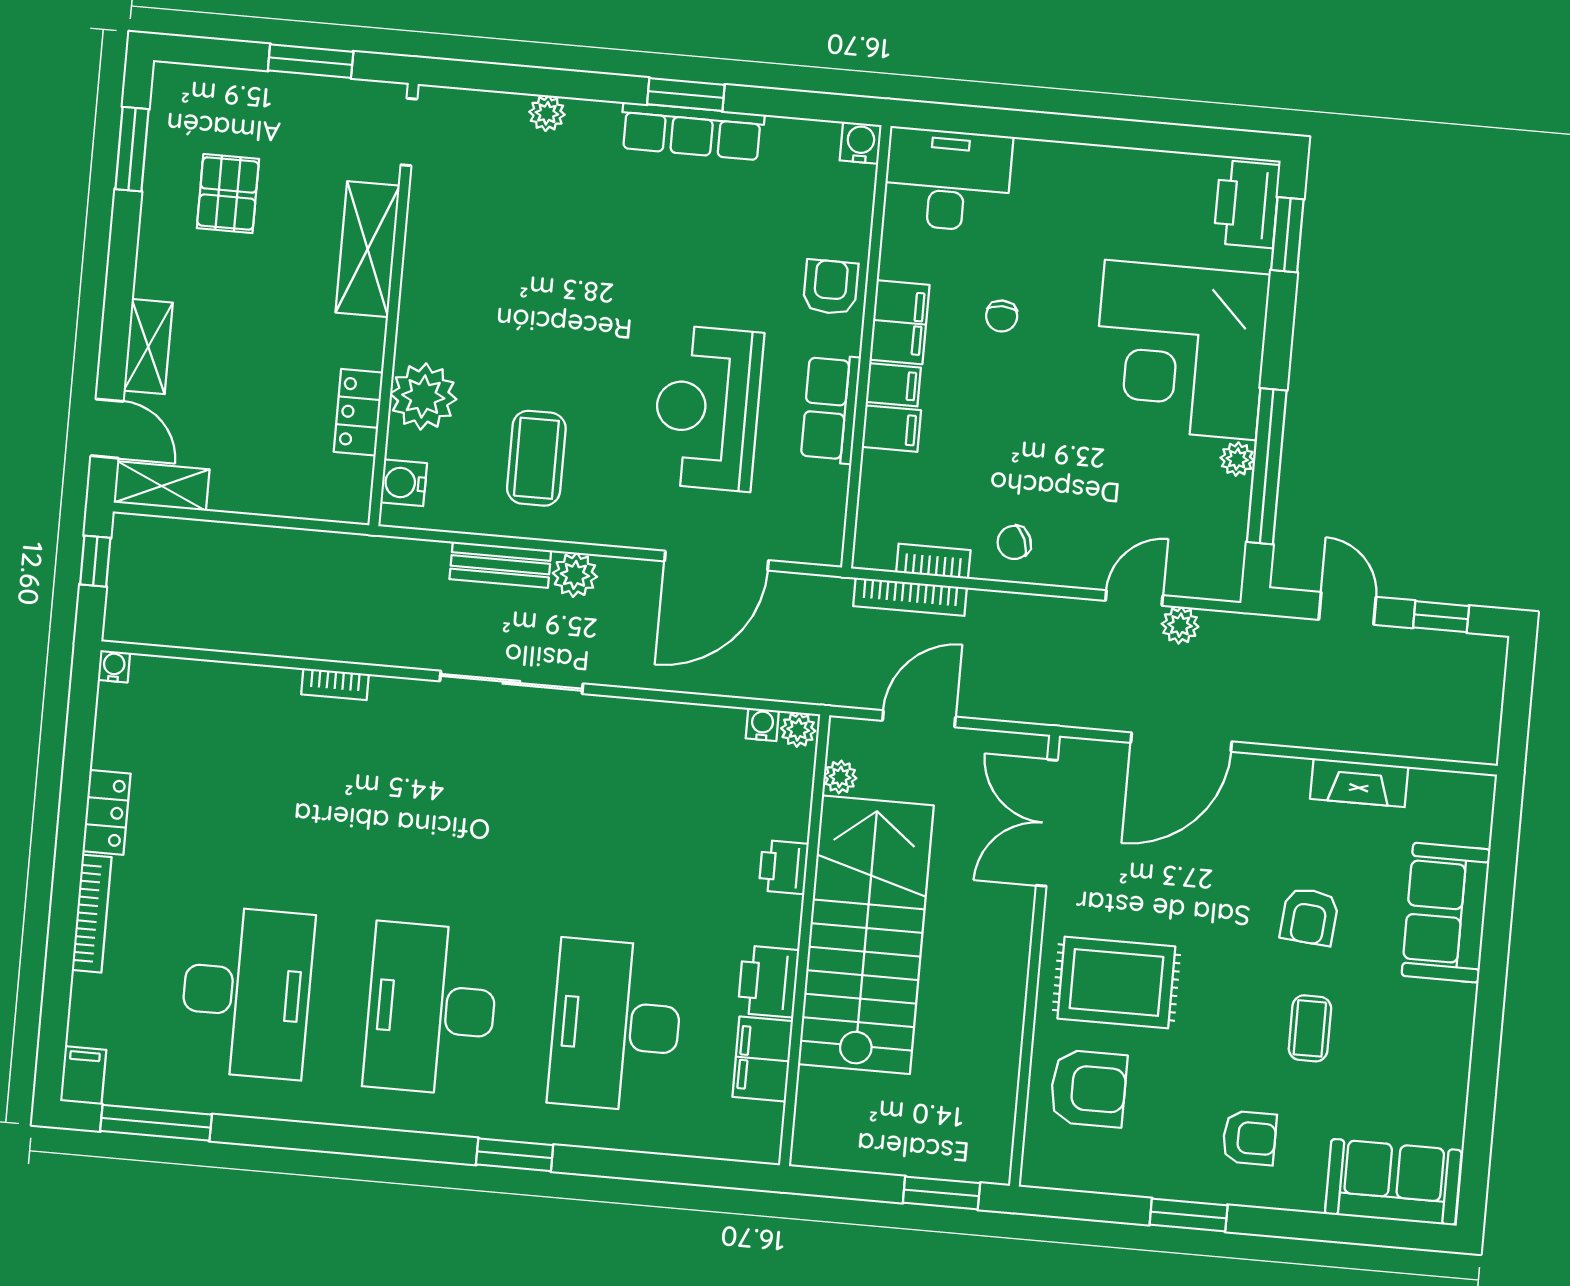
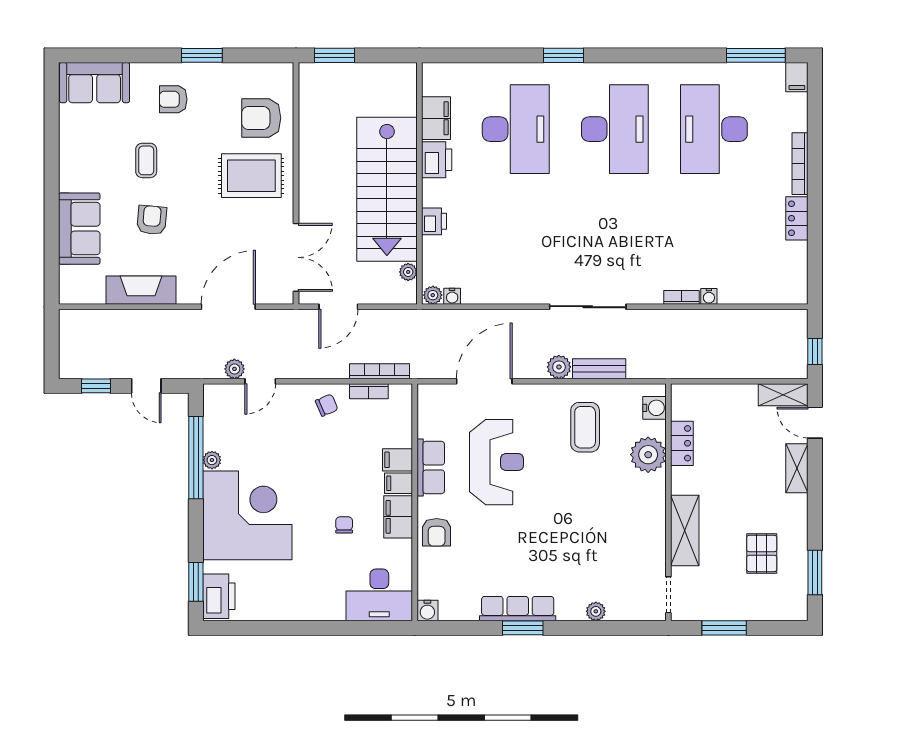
water cooler: (114, 666) -> (709, 296), moved
door: (919, 719) -> (338, 307), moved
fireplace: (1359, 783) -> (141, 290), width x1.37, depth x1.32

